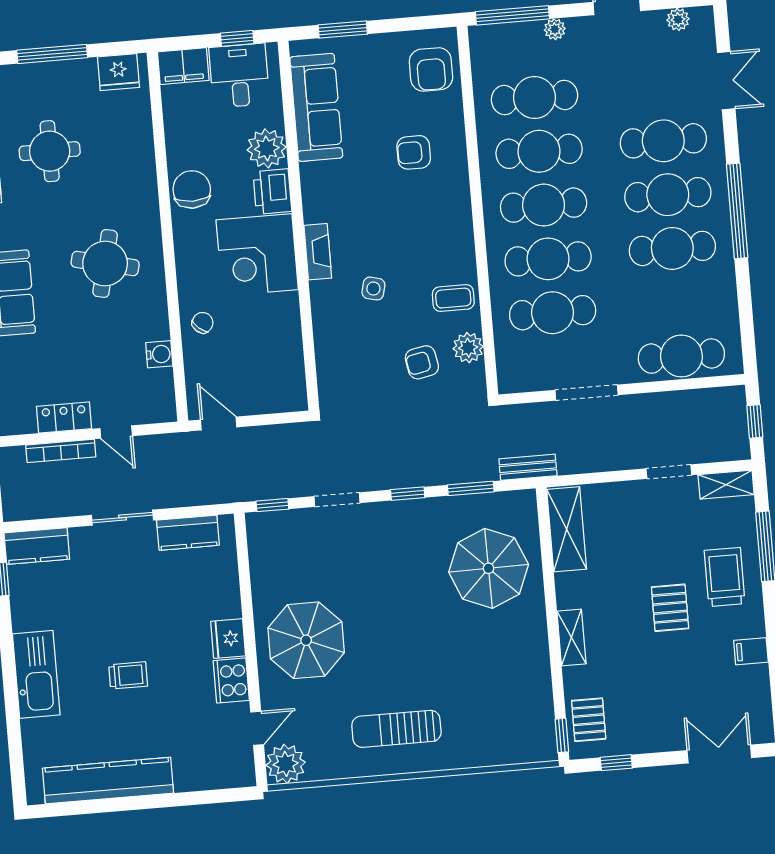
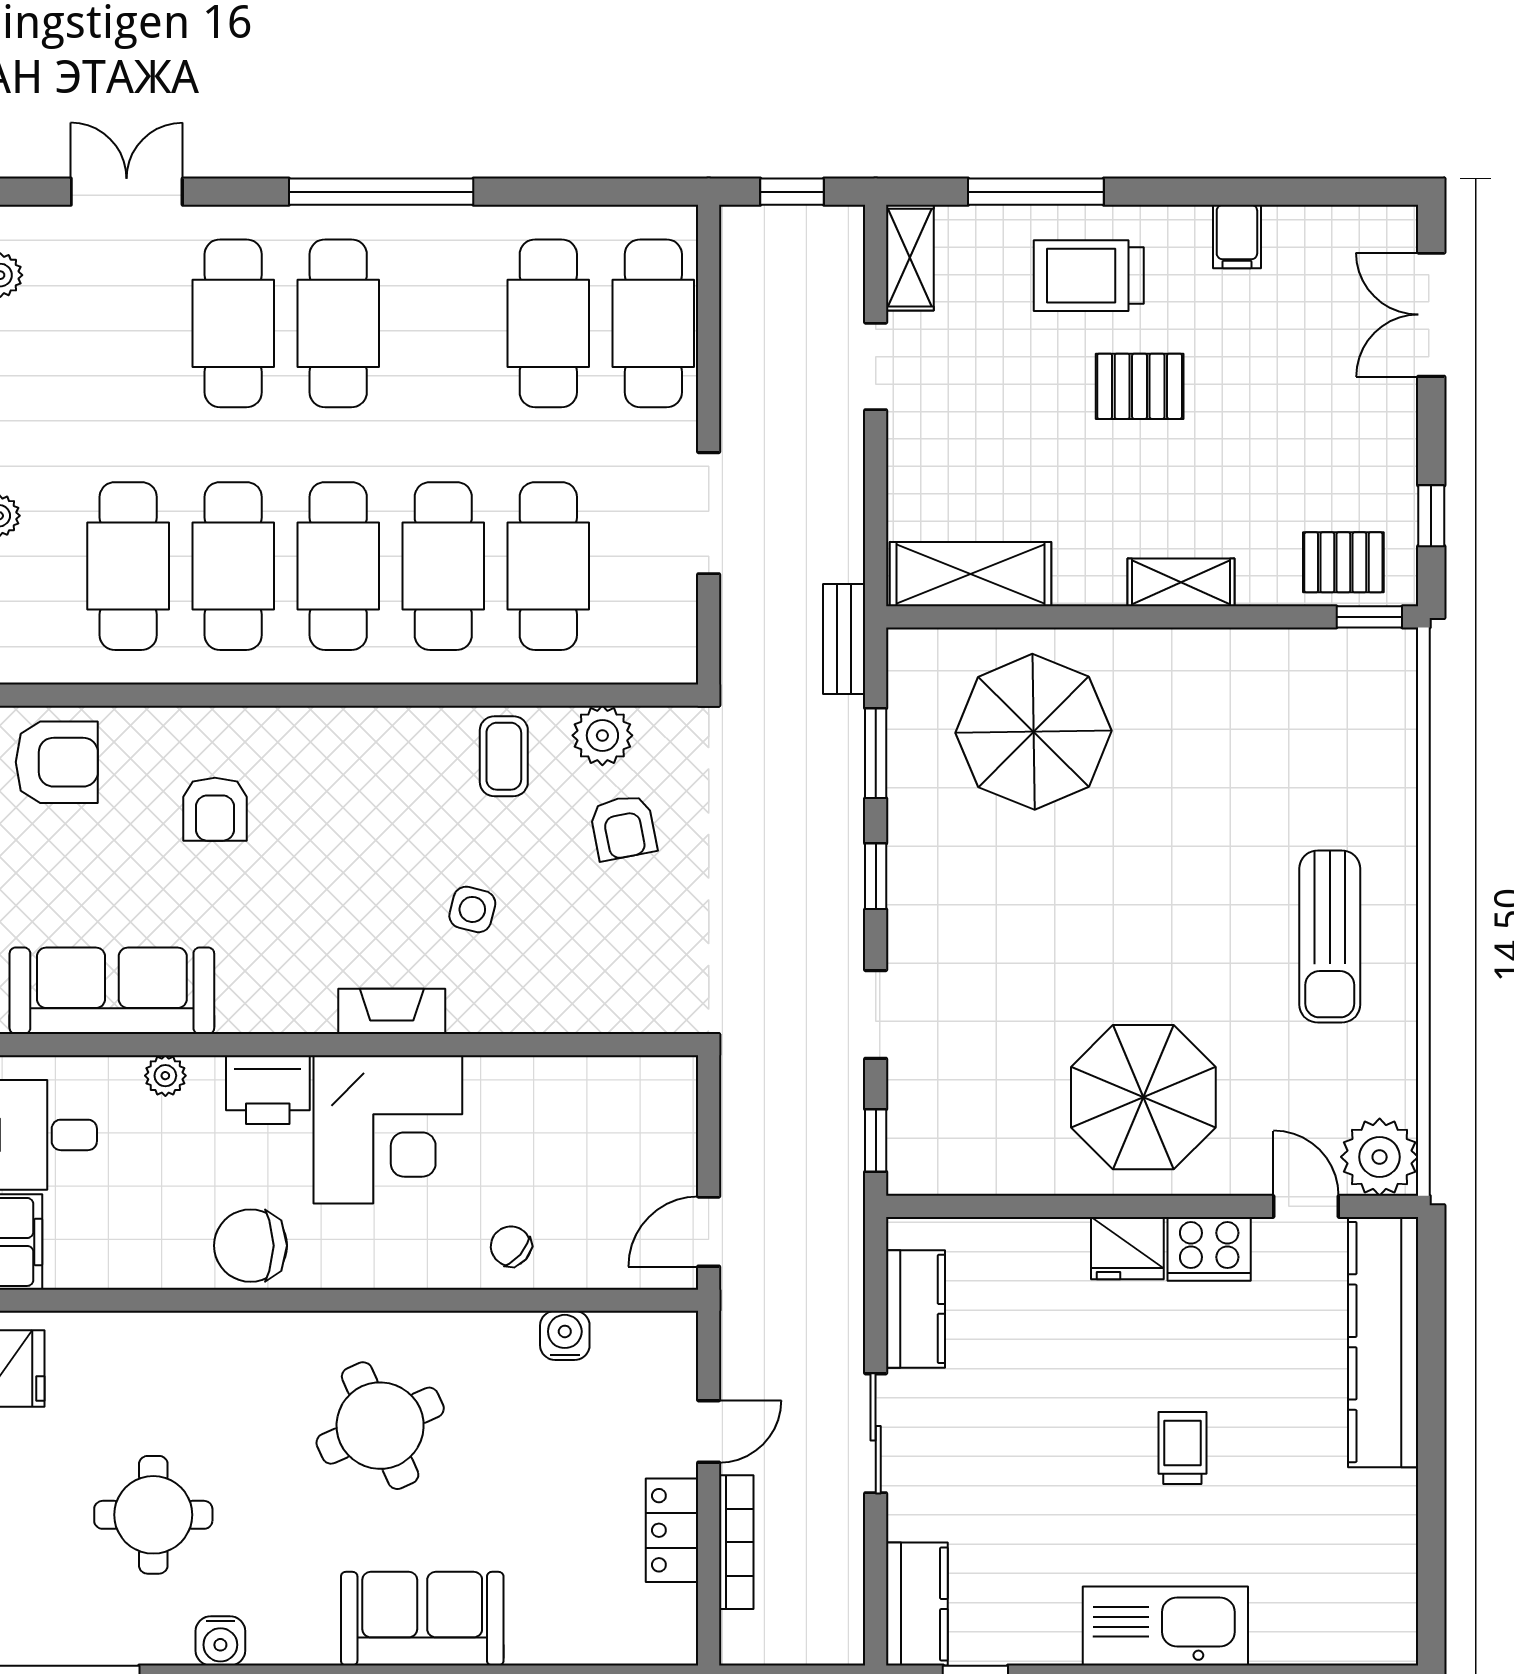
plant: (267, 148) -> (165, 1076), width x0.53, depth x0.53
cafe table: (672, 248) -> (548, 323), moved
round table: (105, 263) -> (380, 1426), turned -37
kitchen counter: (108, 781) -> (1383, 1342), moved

